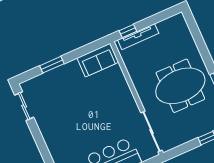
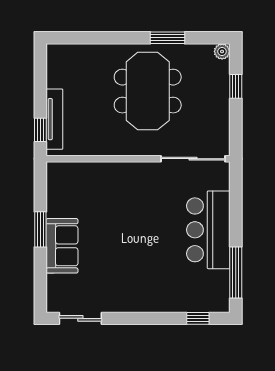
sofa: (98, 60) -> (62, 246), moved
window: (52, 65) -> (40, 229), moved

